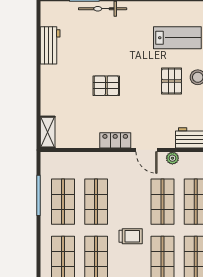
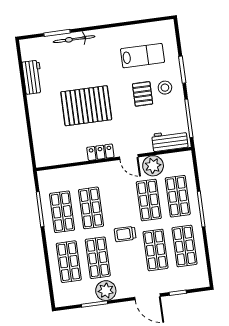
pallet: (106, 86) -> (86, 106), width x2.05, depth x2.00
shelving: (48, 132) -> (41, 153), removed
plant: (172, 158) -> (153, 166), width x1.88, depth x1.88
trolley: (131, 236) -> (125, 234), turned 180

